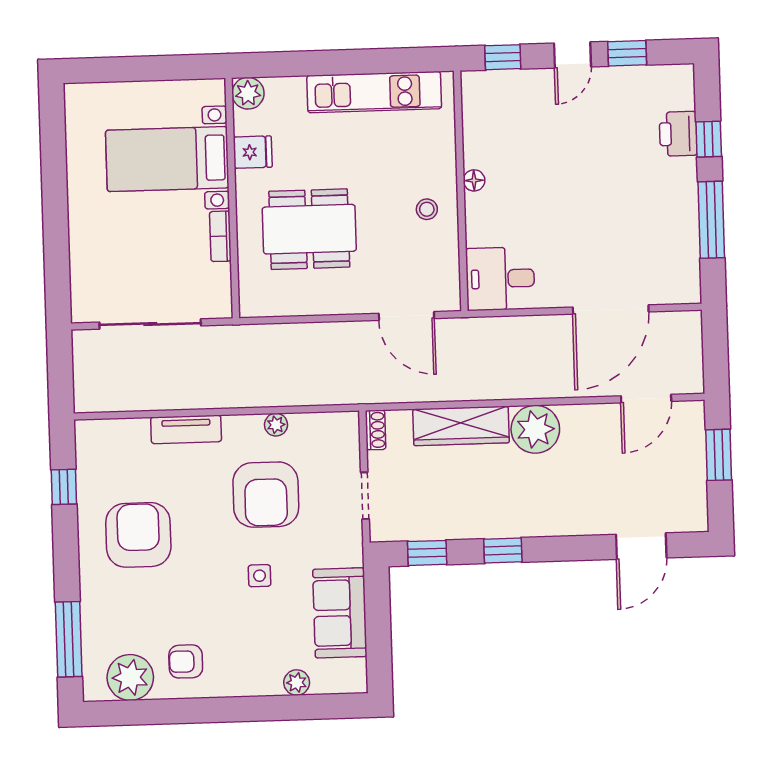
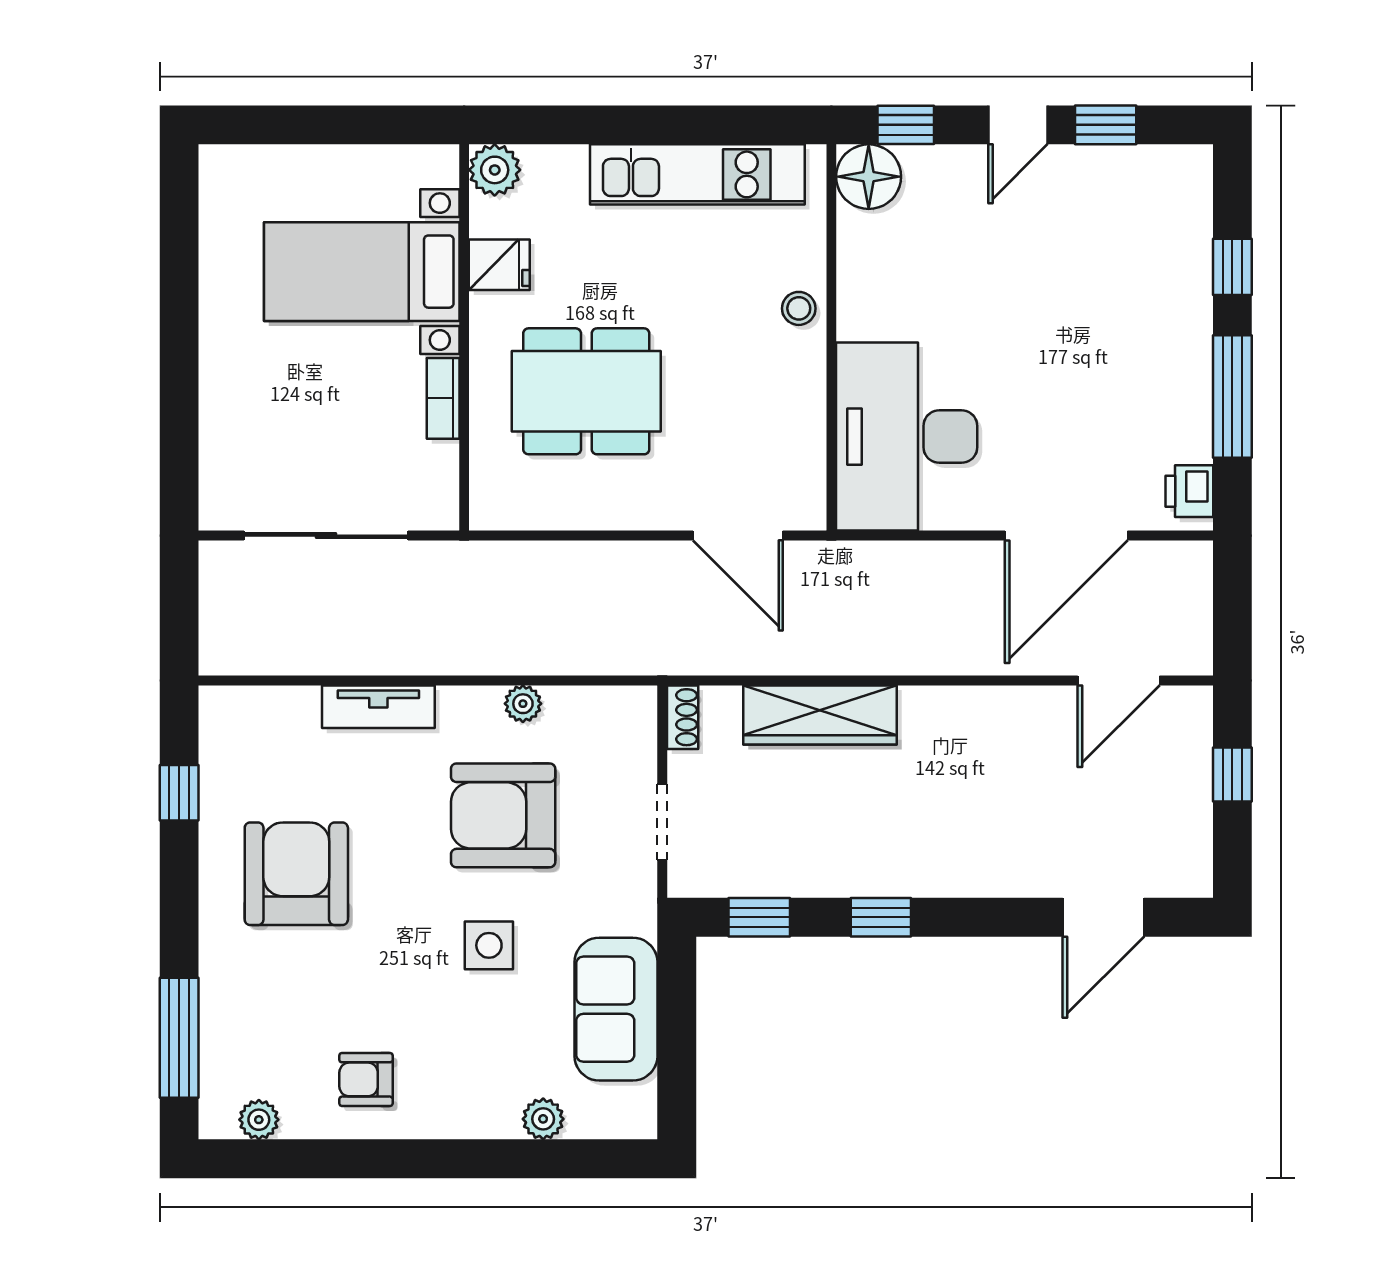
printer: (678, 134) -> (1189, 491), moved, width x0.73, depth x0.81
floor lamp: (474, 180) -> (869, 177), moved, width x1.89, depth x1.89
stool: (427, 209) -> (799, 308), moved
desk: (500, 279) -> (907, 437), width x1.87, depth x1.30
plant: (535, 429) -> (939, 724), removed
window: (719, 455) -> (1232, 774), width x0.67
armchair: (266, 495) -> (503, 815), turned 90
side table: (260, 576) -> (489, 945), width x1.37, depth x1.37
plant: (130, 677) -> (259, 1120), width x0.53, depth x0.53

